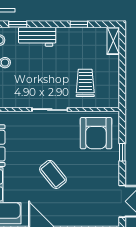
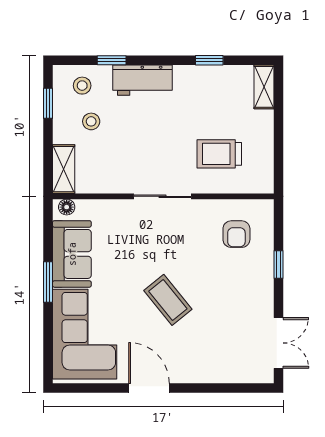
trolley: (85, 83) -> (219, 154), turned -90
armchair: (96, 133) -> (236, 234), width x0.53, depth x0.53

